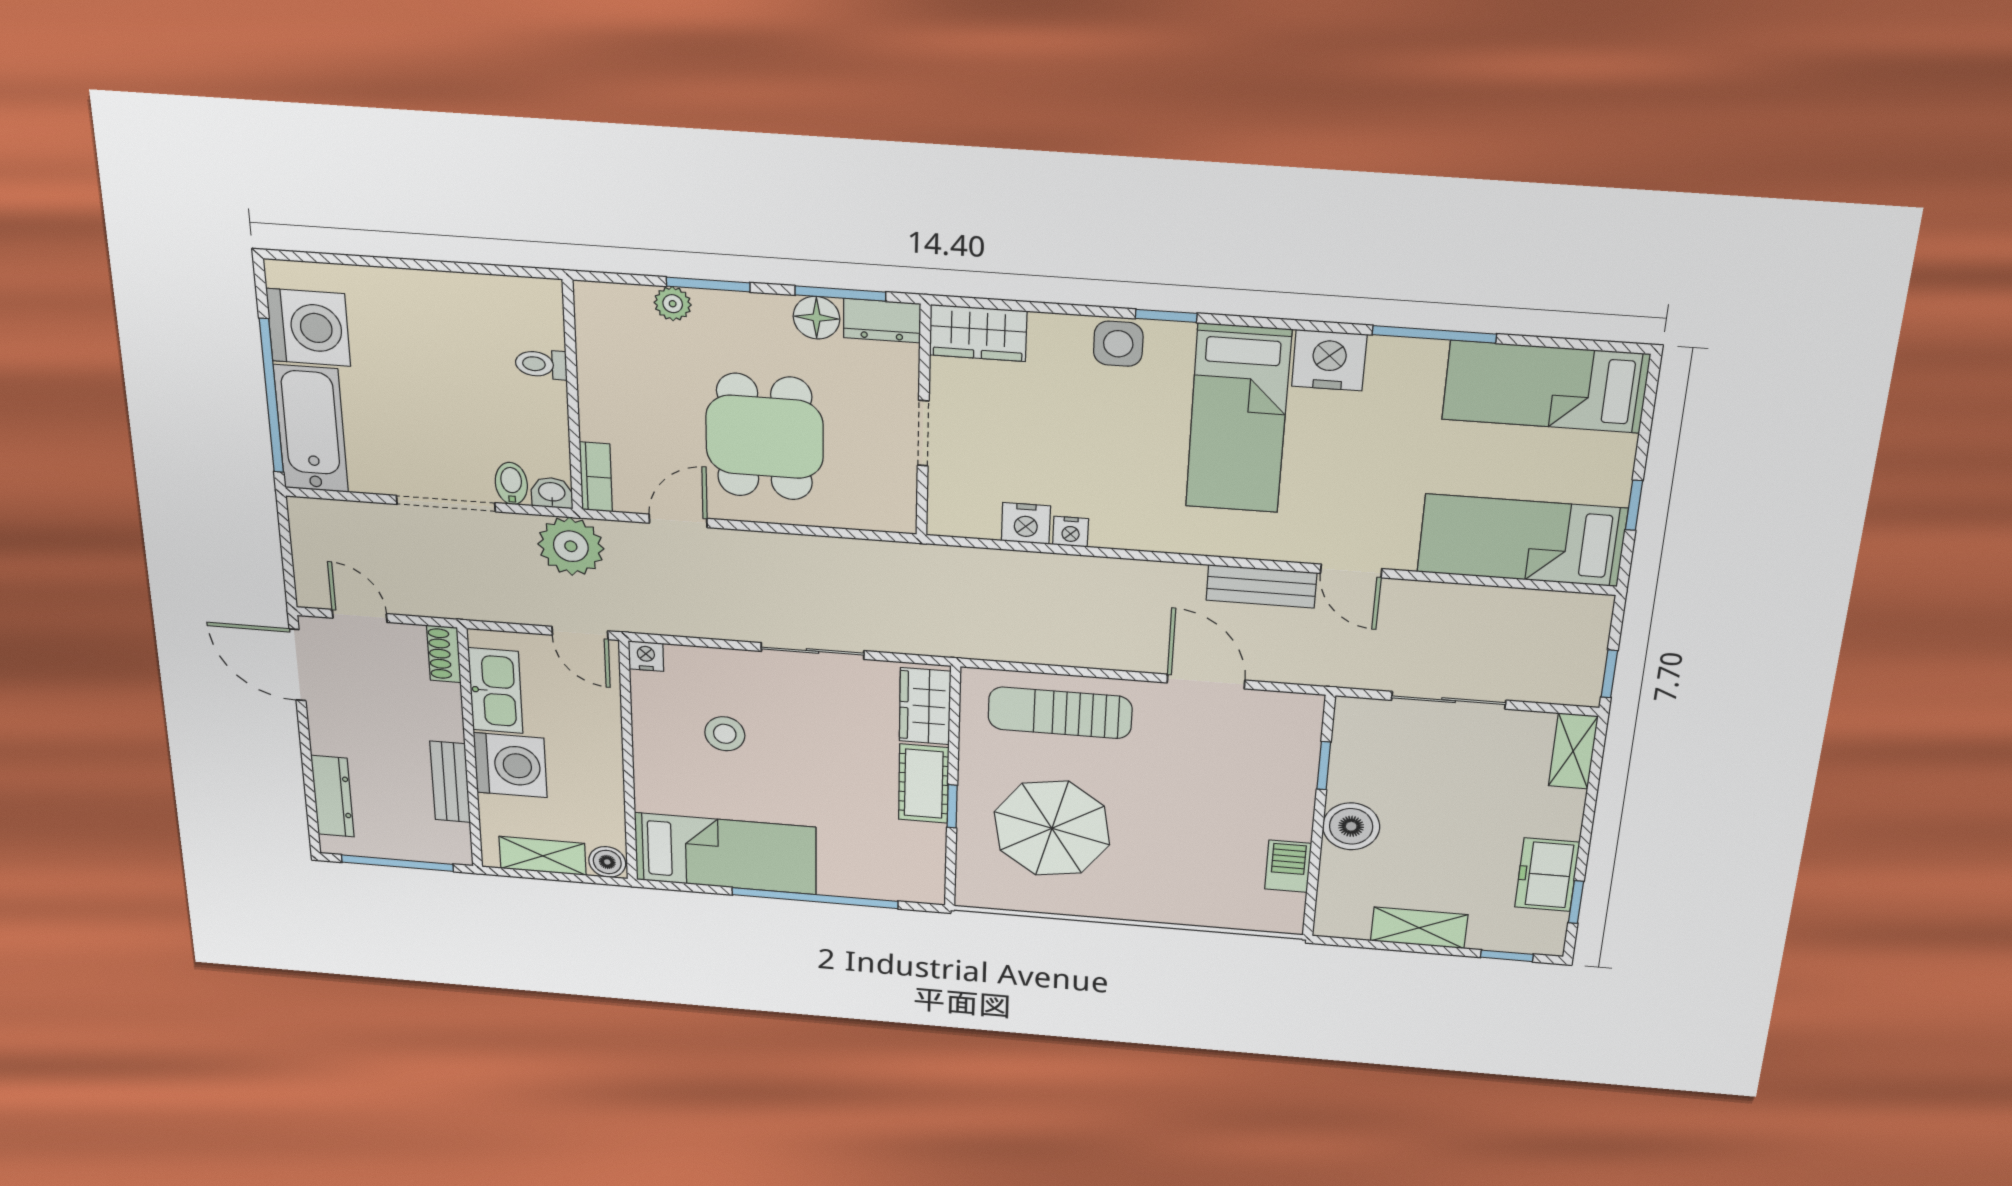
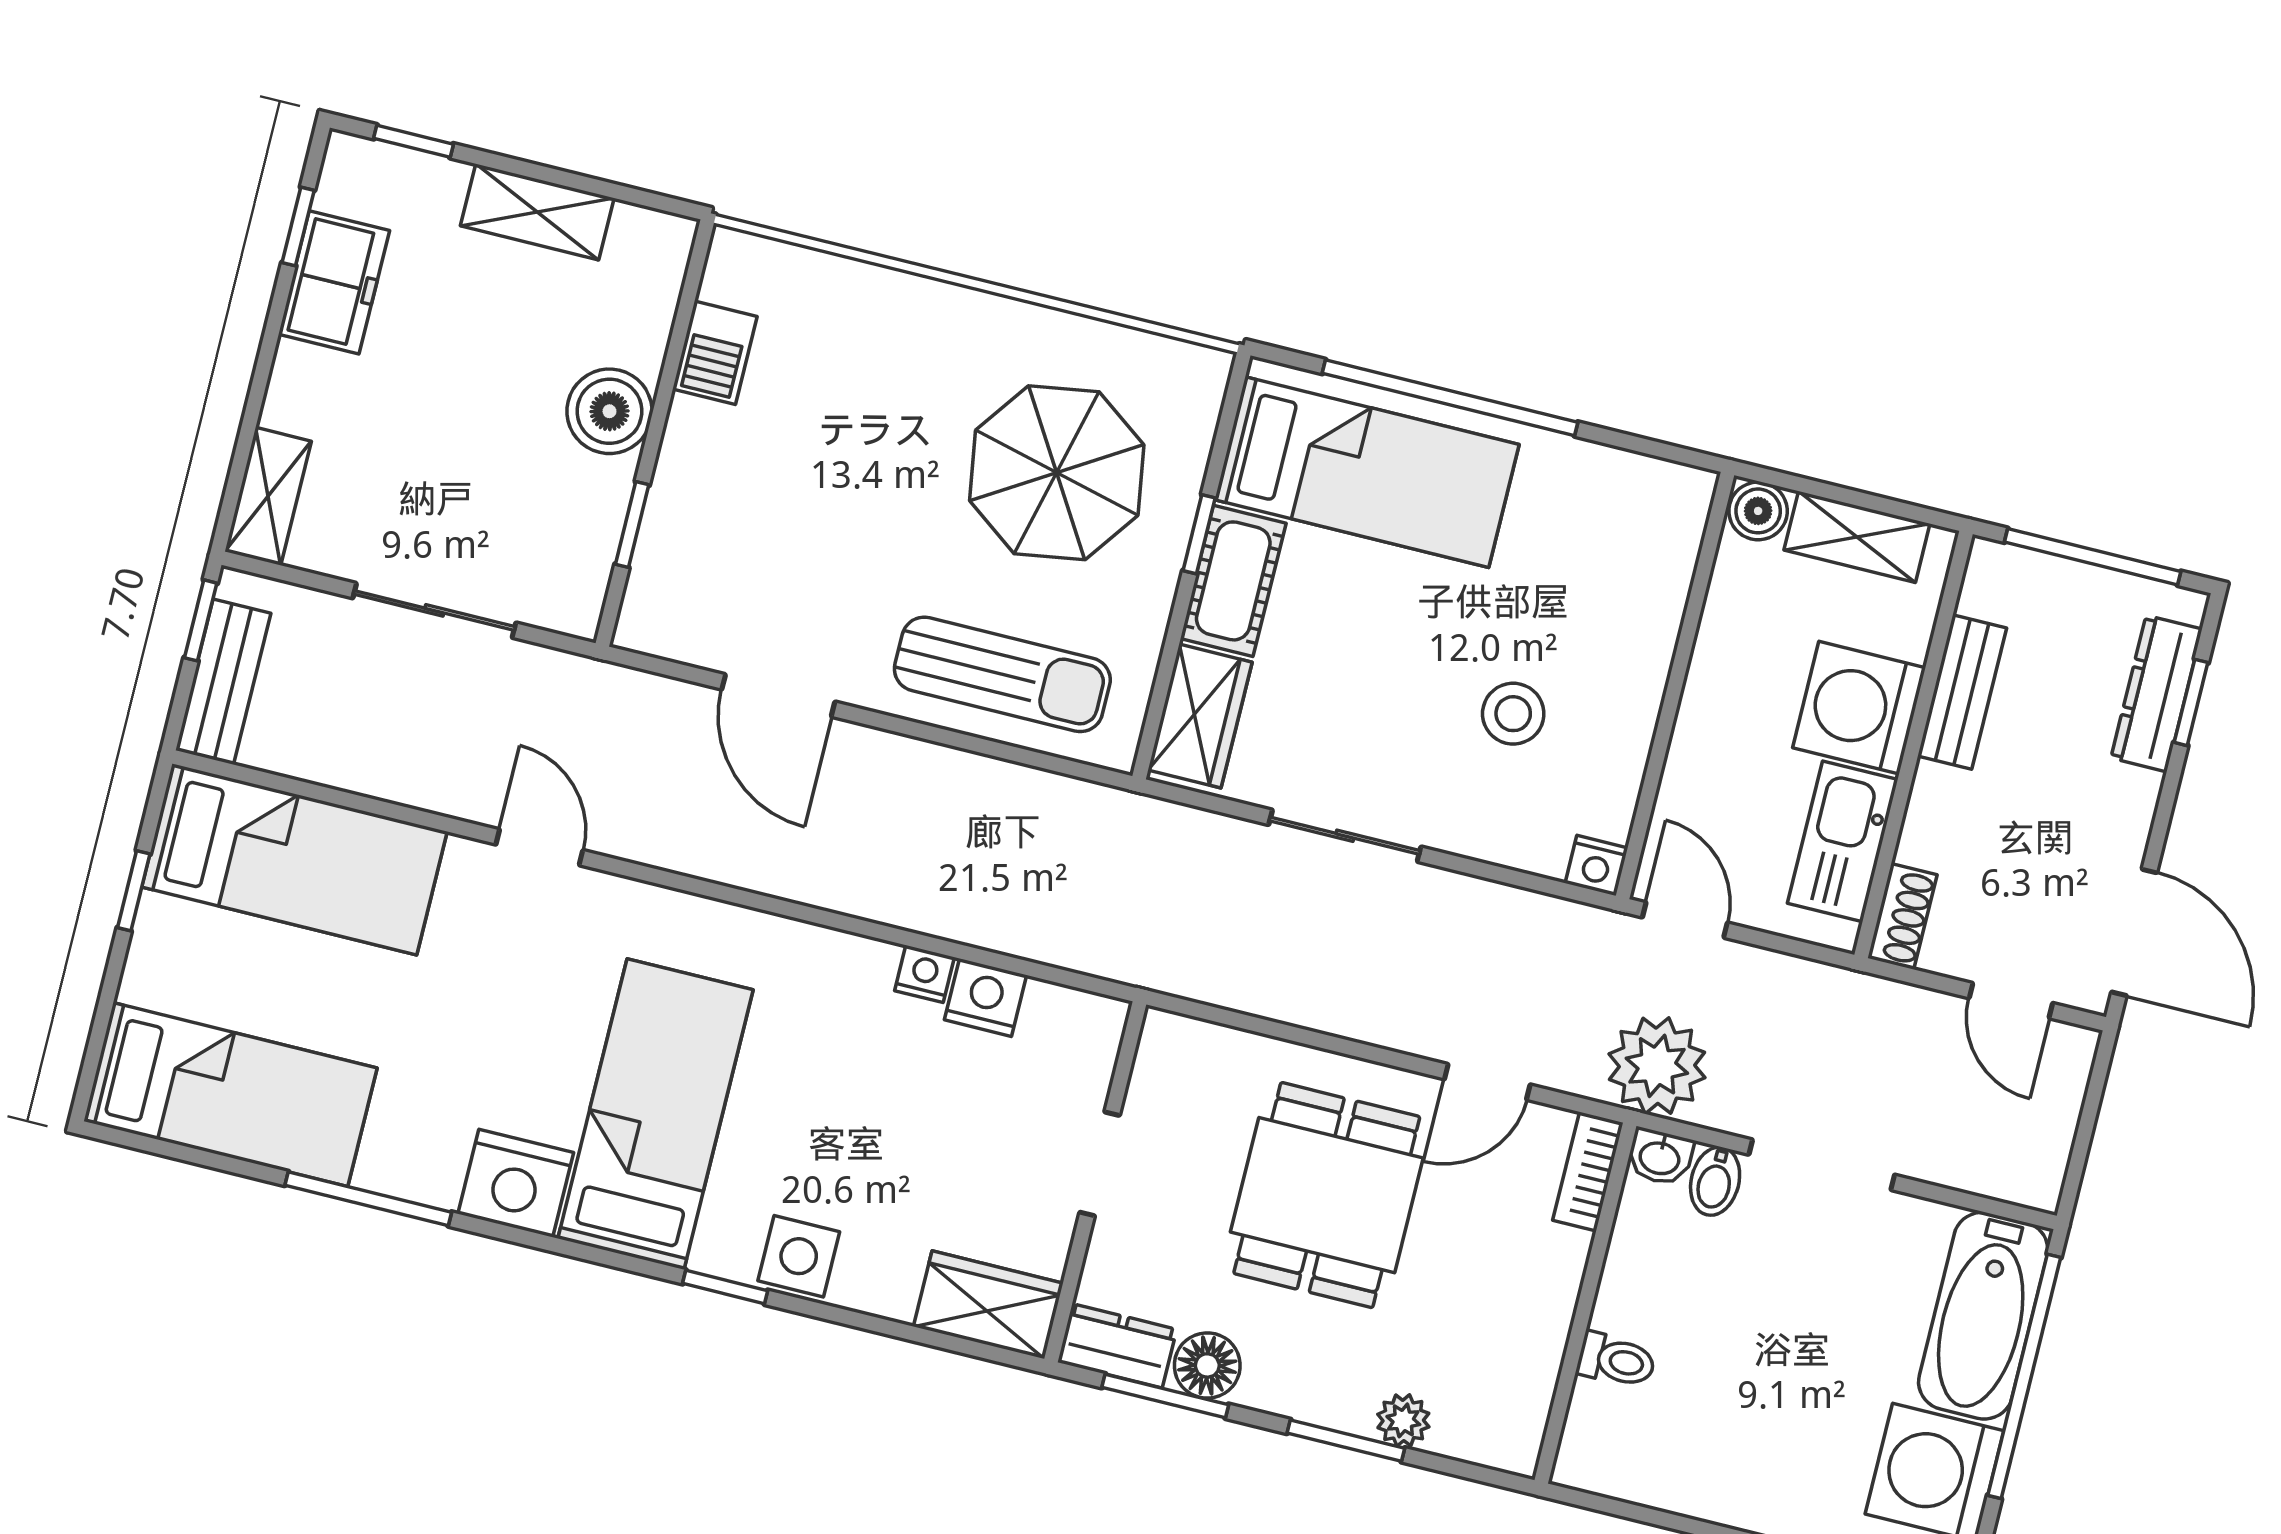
bench: (1261, 586) -> (223, 682), moved, turned 90
window: (310, 794) -> (2191, 702), added
bed: (725, 854) -> (1367, 472), moved, turned 180

